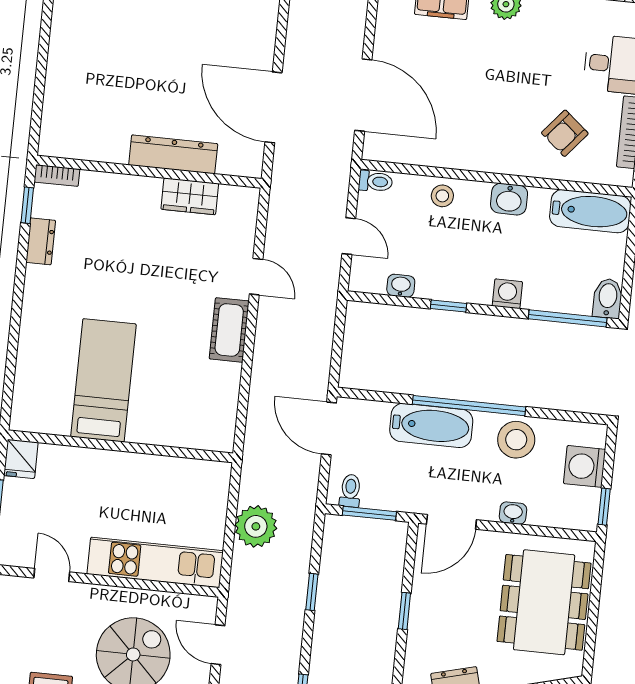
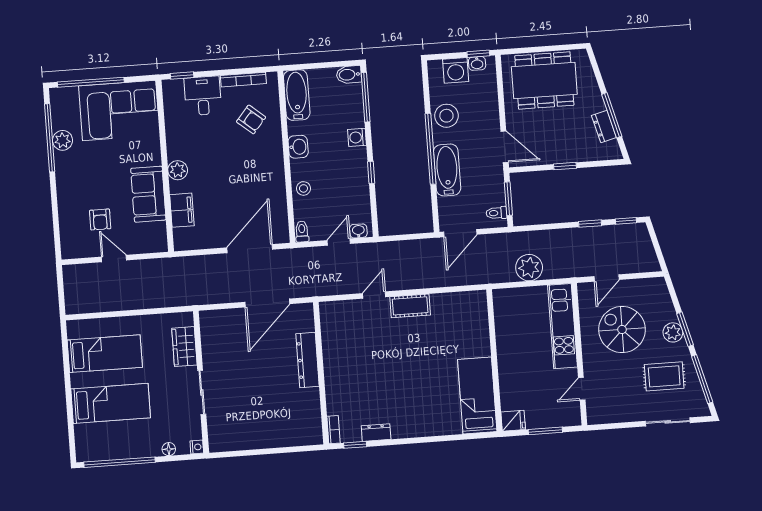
wardrobe: (190, 196) -> (332, 345), removed
washbasin: (401, 286) -> (358, 231), moved, turned 90
bed: (103, 380) -> (477, 396), moved, turned 90
washbasin: (513, 513) -> (477, 63), moved, turned -90
window: (312, 592) -> (590, 224), moved

